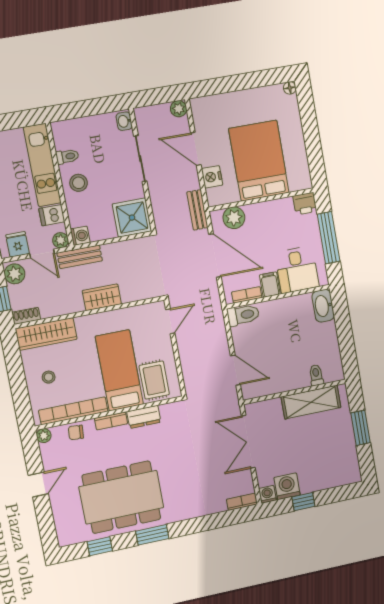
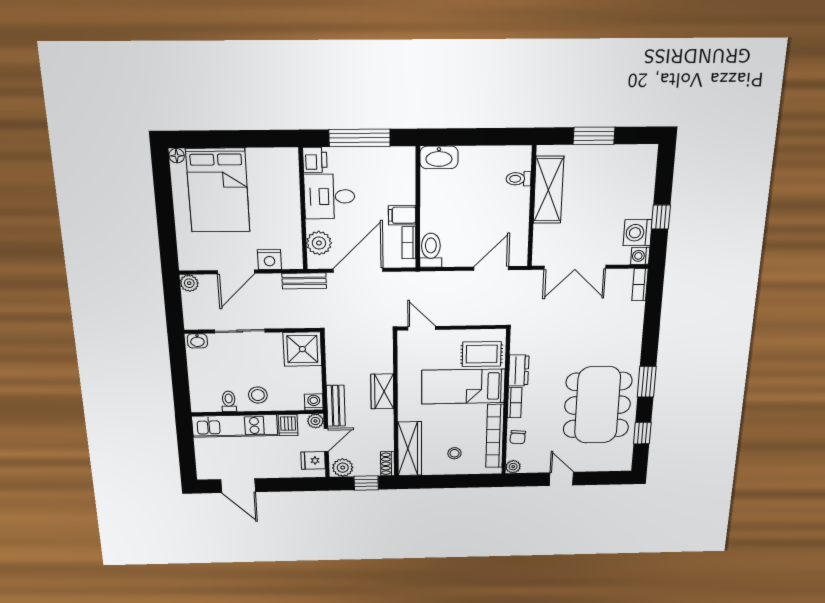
bed: (259, 161) -> (218, 190), moved, turned -90
desk: (297, 270) -> (329, 197), moved, turned 180

